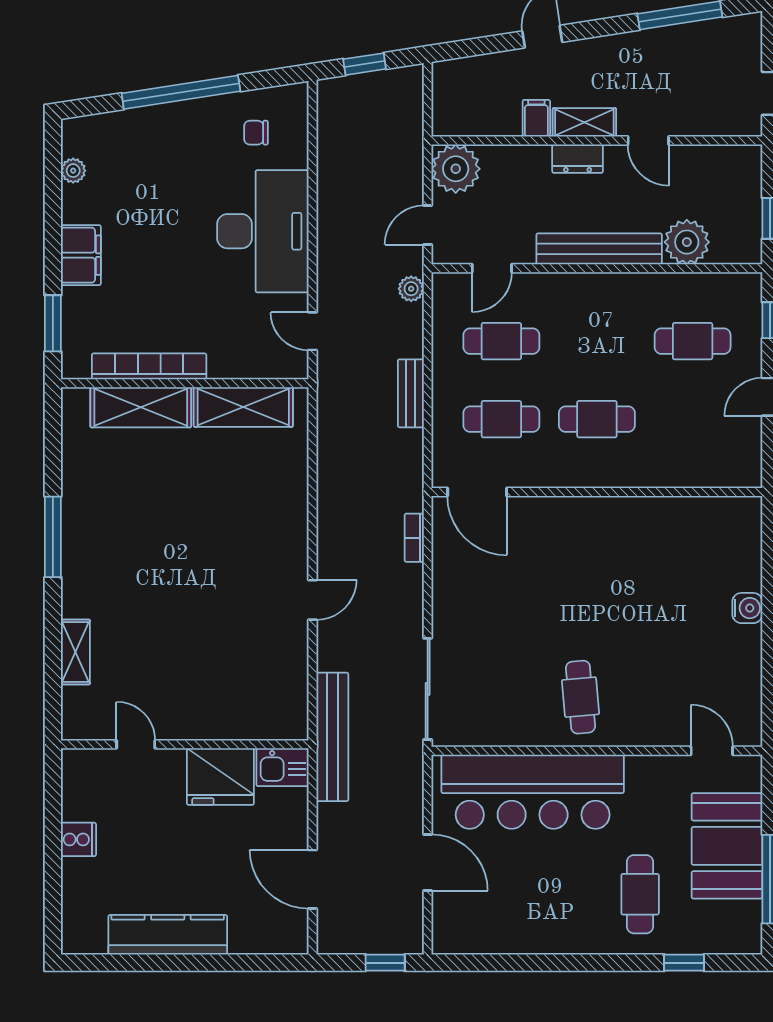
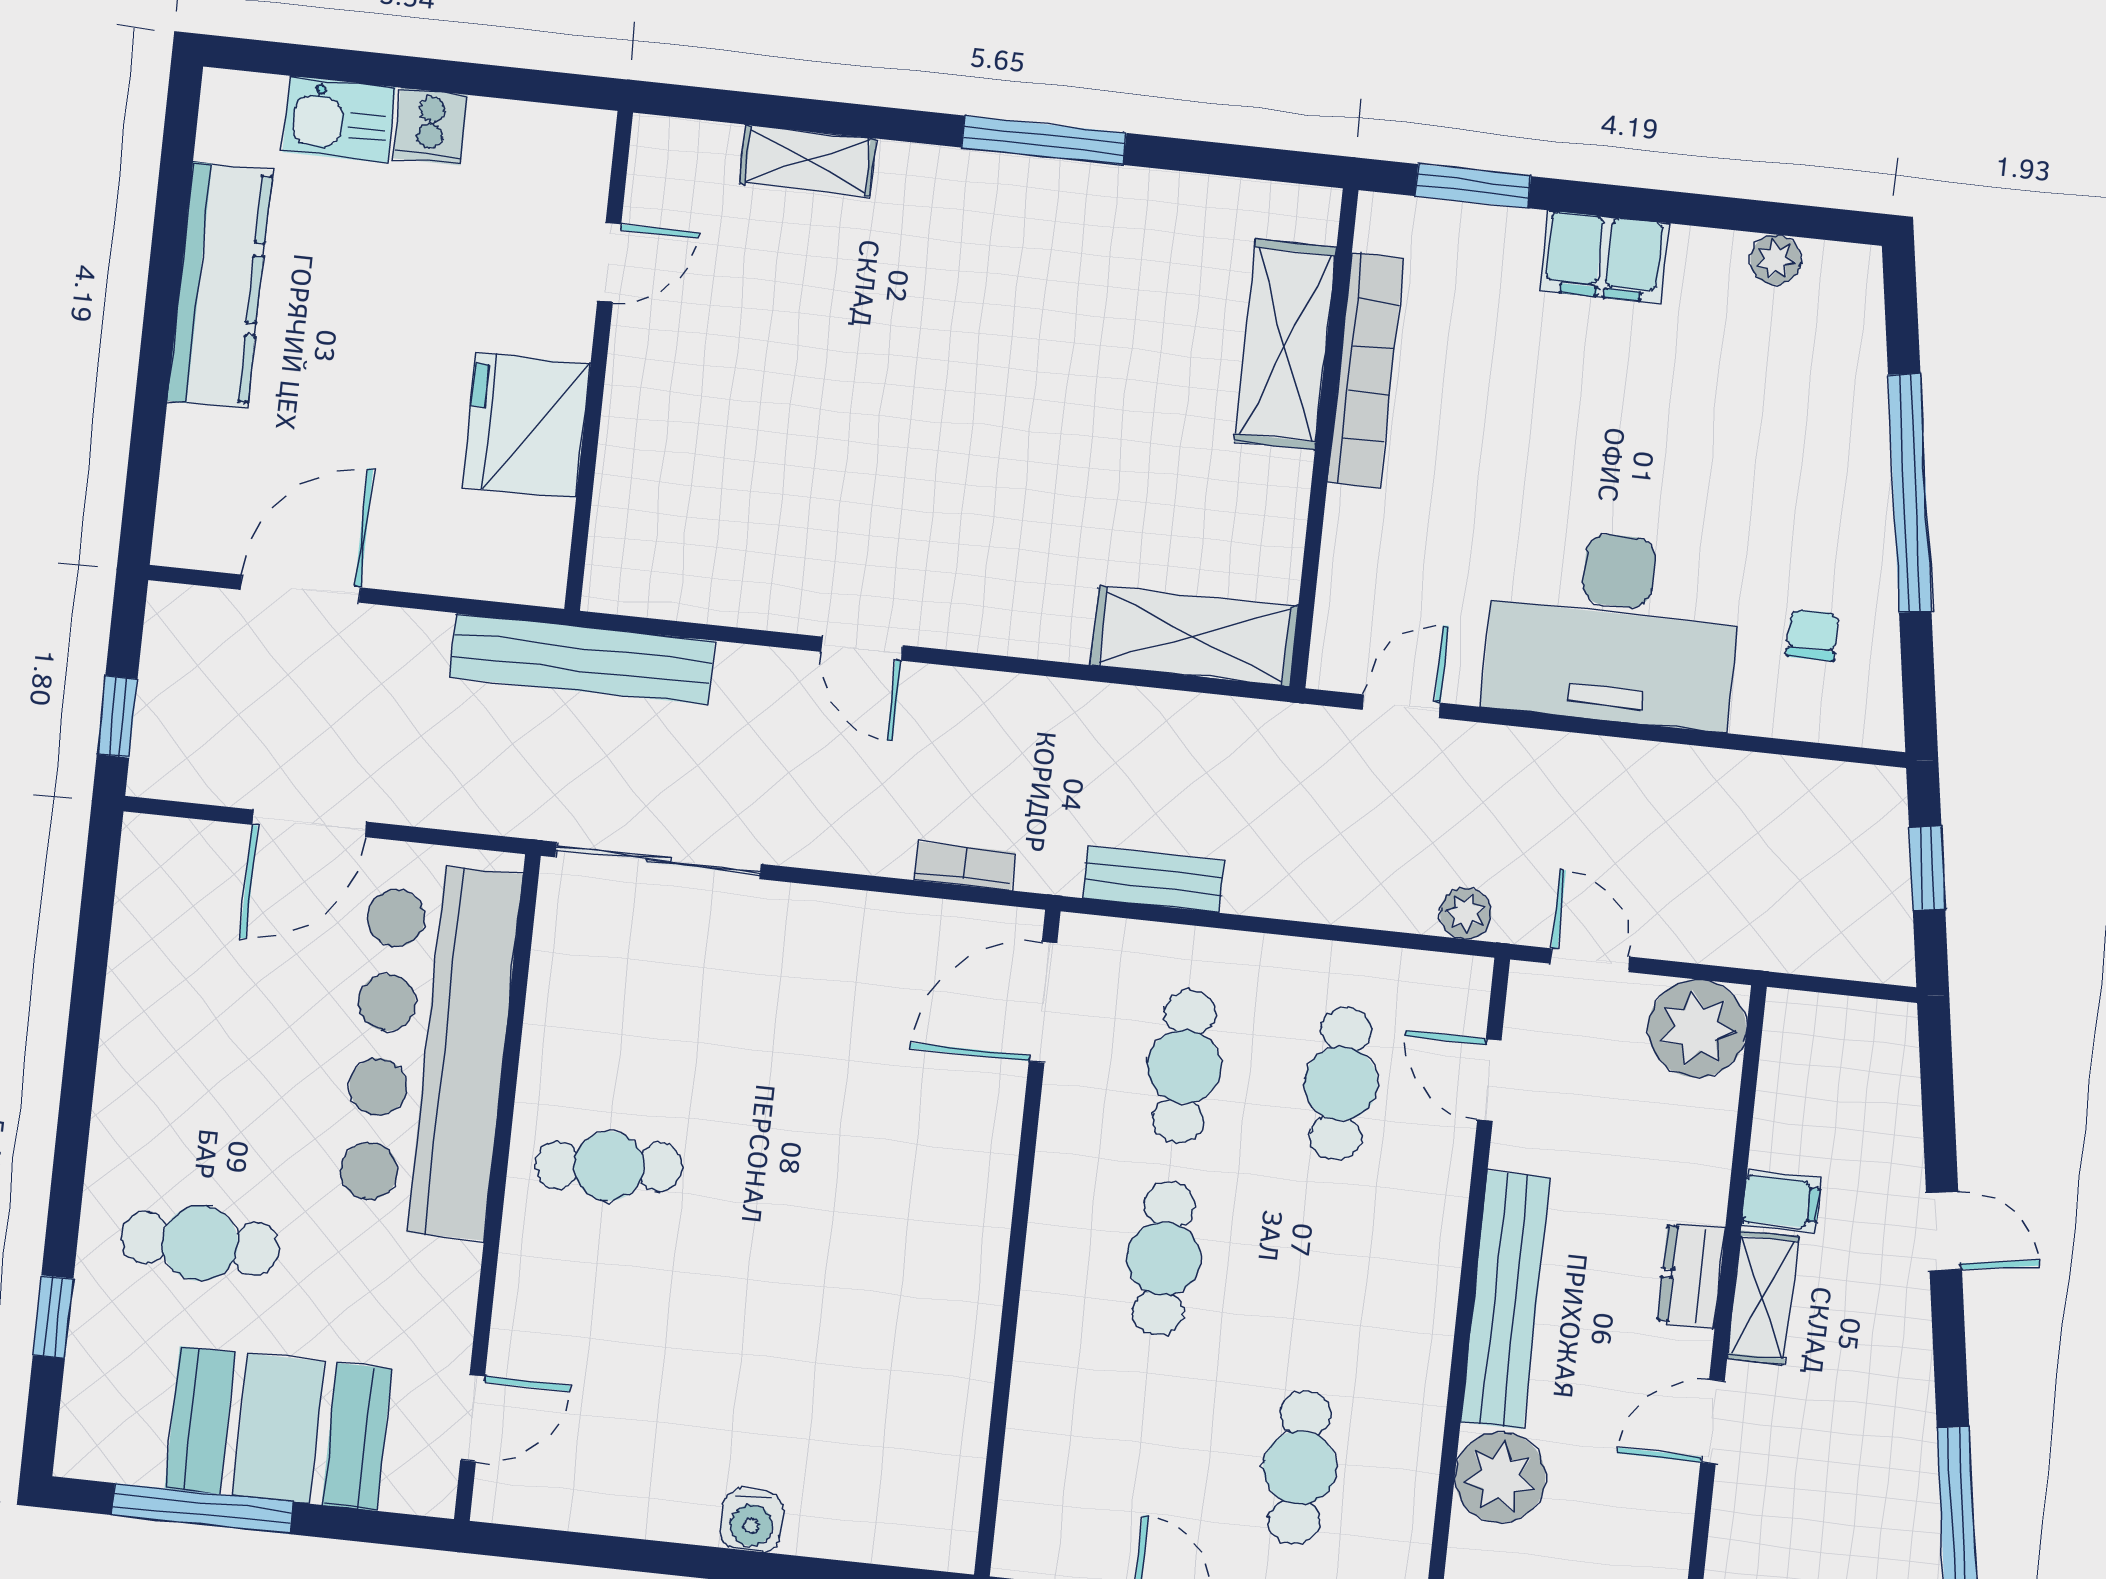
bench: (411, 393) -> (1153, 879), moved
shelving: (243, 407) -> (1194, 636), moved, turned 90
kitchen sink: (283, 767) -> (339, 120), moved, turned -90

